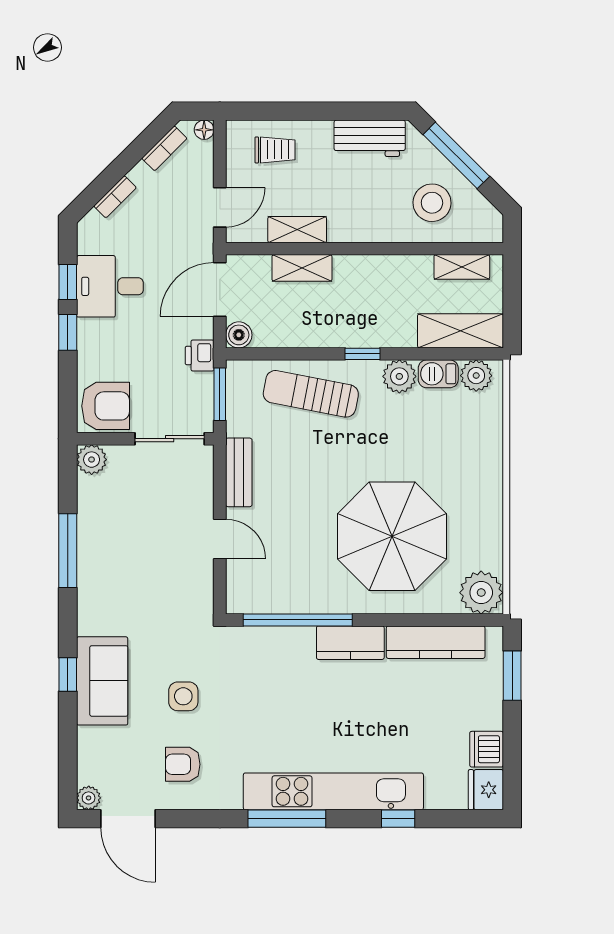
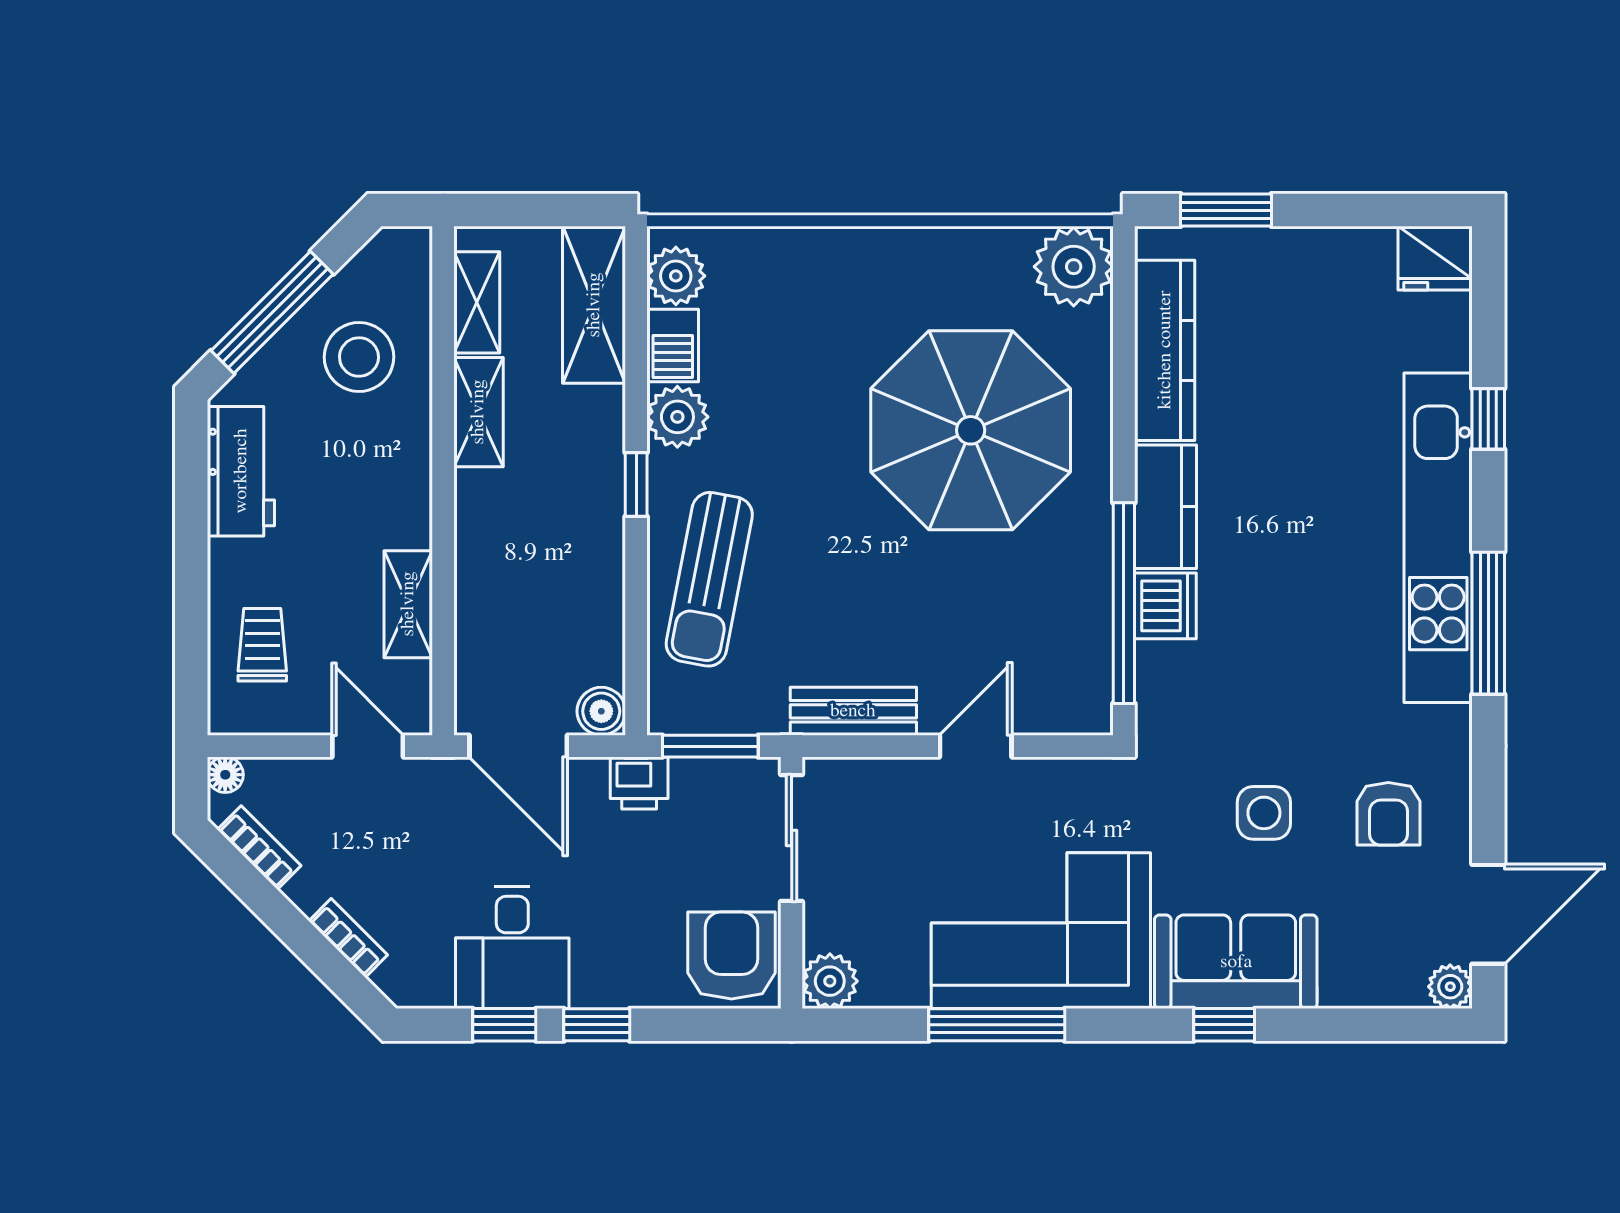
shelving: (302, 268) -> (478, 412), moved
corner sofa: (119, 575) -> (1041, 931), added
dishwasher: (487, 749) -> (1165, 606), moved, turned -90

